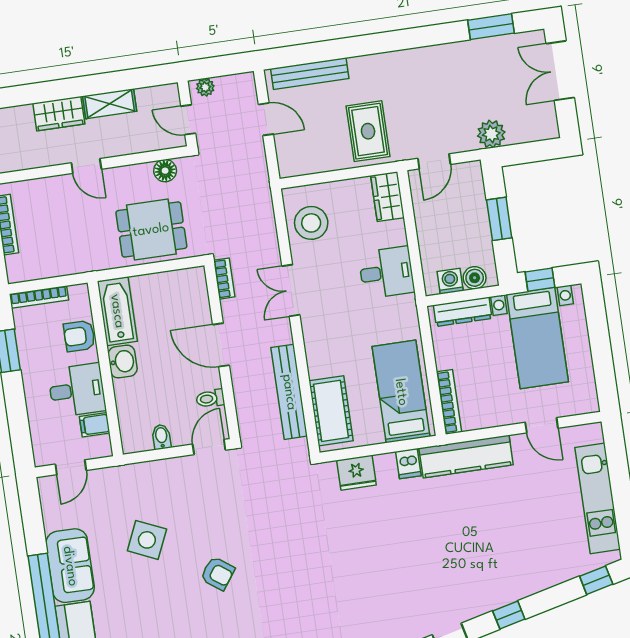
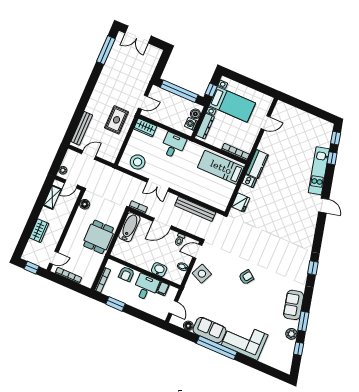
window: (491, 27) -> (106, 50), width x1.44
shelving: (110, 104) -> (52, 197), moved
rug: (368, 131) -> (117, 120), turned 90
plant: (491, 134) -> (146, 75), removed
door: (434, 161) -> (143, 102), hinge flipped
door: (86, 166) -> (54, 258), moved
window: (499, 219) -> (179, 91), width x2.11
dining table: (151, 230) -> (99, 237), moved
bathtub: (117, 311) -> (129, 227), moved, turned 90
washbasin: (123, 361) -> (159, 270), moved
cot: (331, 411) -> (212, 198), removed
door: (209, 447) -> (197, 251), hinge flipped
kitchen counter: (466, 456) -> (257, 164), width x0.67
kitchen unit: (598, 498) -> (319, 171), moved, turned 77
floor lamp: (53, 519) -> (188, 326), added
side table: (147, 540) -> (202, 274), moved
window: (509, 615) -> (332, 158), moved

